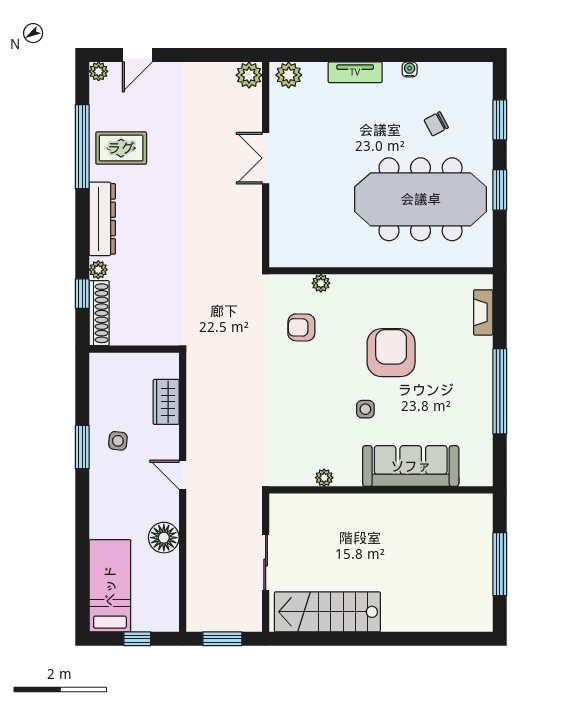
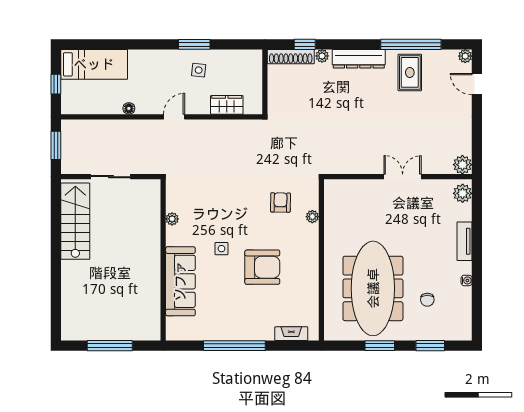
chair: (436, 124) -> (427, 300), turned -152
floor lamp: (164, 538) -> (129, 108), width x0.53, depth x0.53

